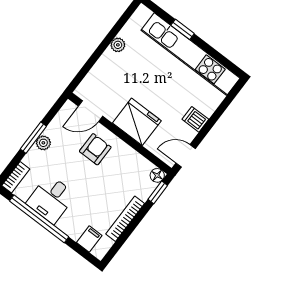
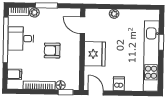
plant: (118, 45) -> (114, 14), moved
plant: (43, 143) -> (34, 12), moved
armchair: (95, 149) -> (52, 51), moved, turned 180
floor lamp: (157, 175) -> (60, 85), moved

